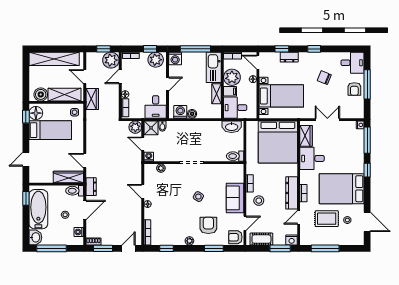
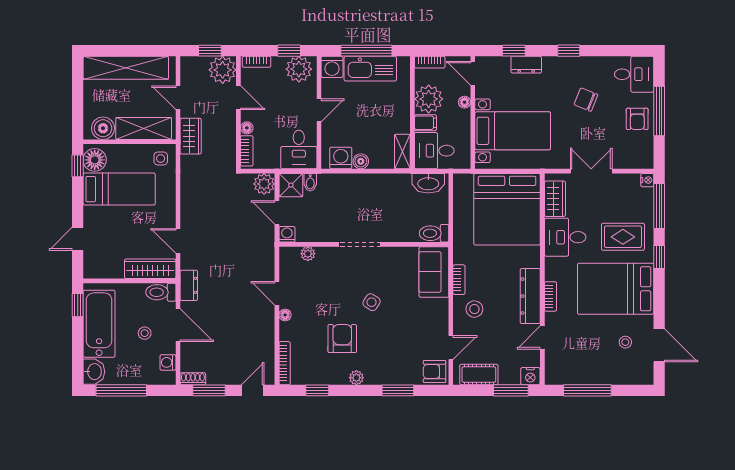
kitchen sink: (214, 67) -> (370, 69), moved, turned -90
door: (120, 77) -> (238, 98), swing flipped
shelving: (216, 94) -> (402, 152), moved
sofa: (235, 198) -> (434, 272), moved
door: (85, 210) -> (178, 325), hinge flipped
rug: (327, 219) -> (623, 237), moved
armchair: (208, 225) -> (342, 339), moved

